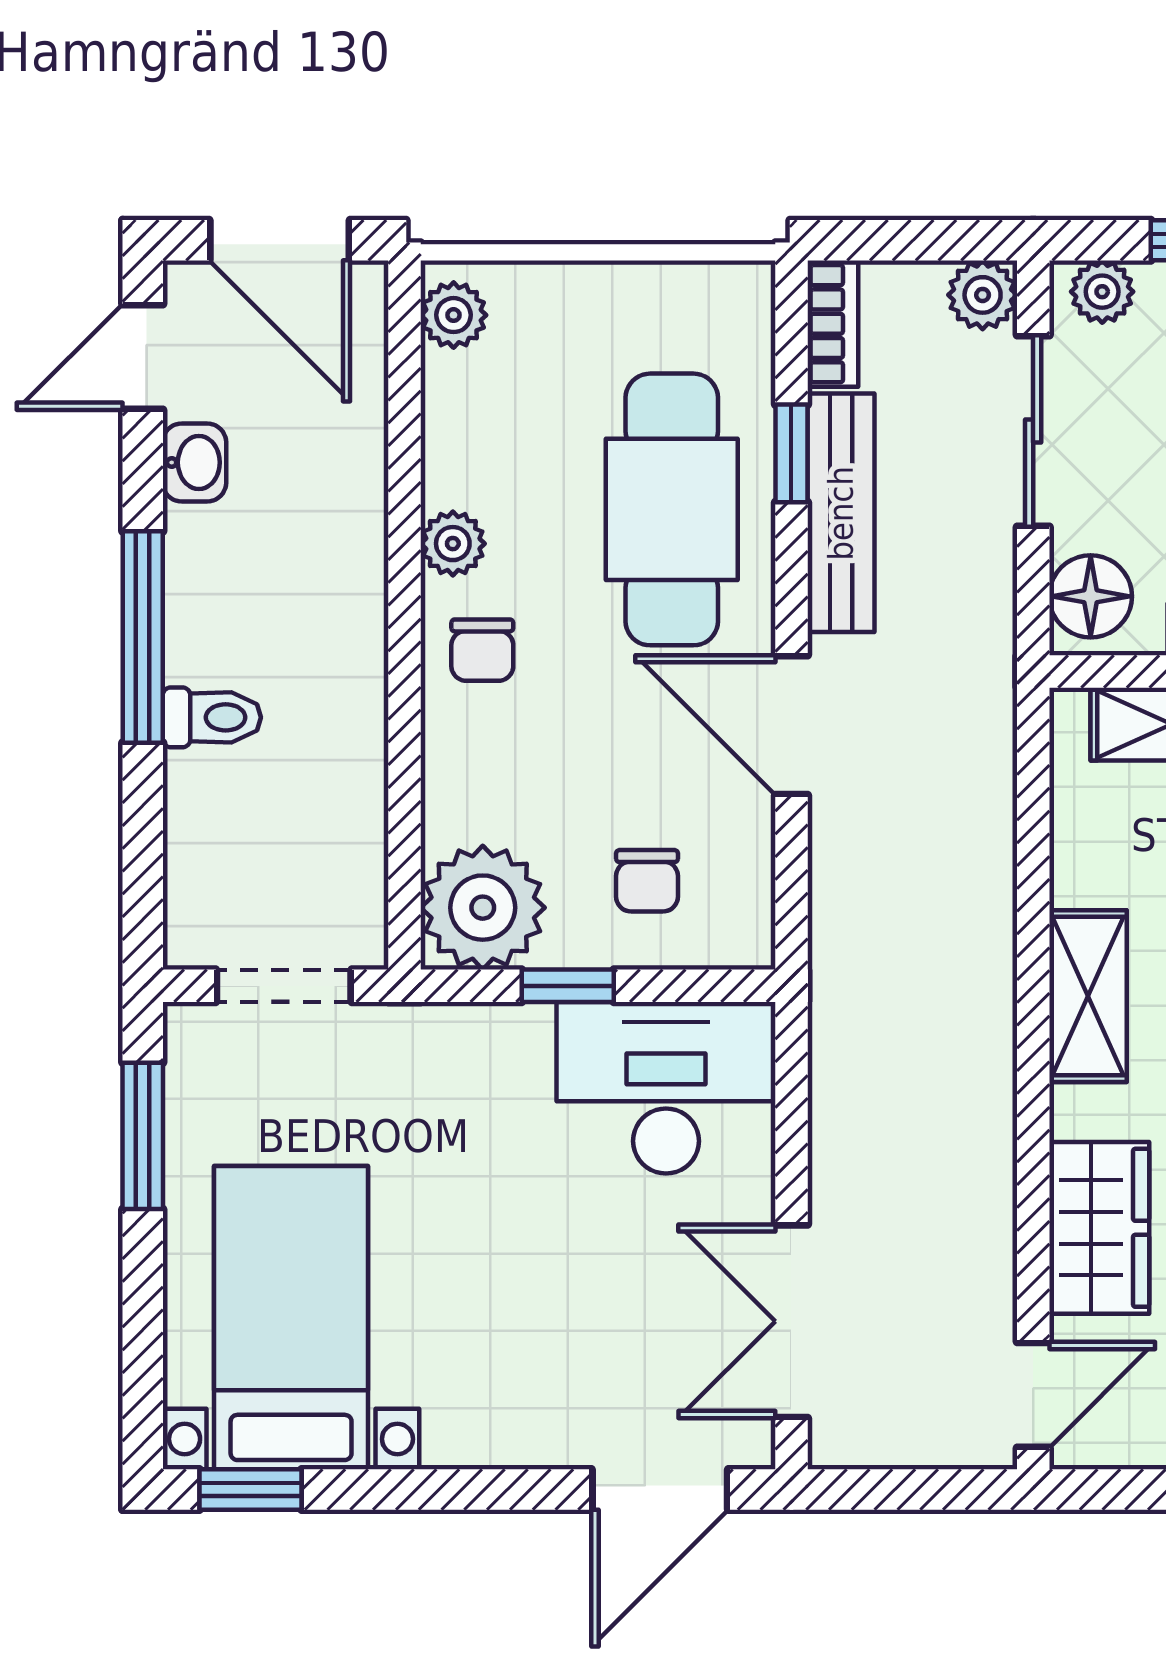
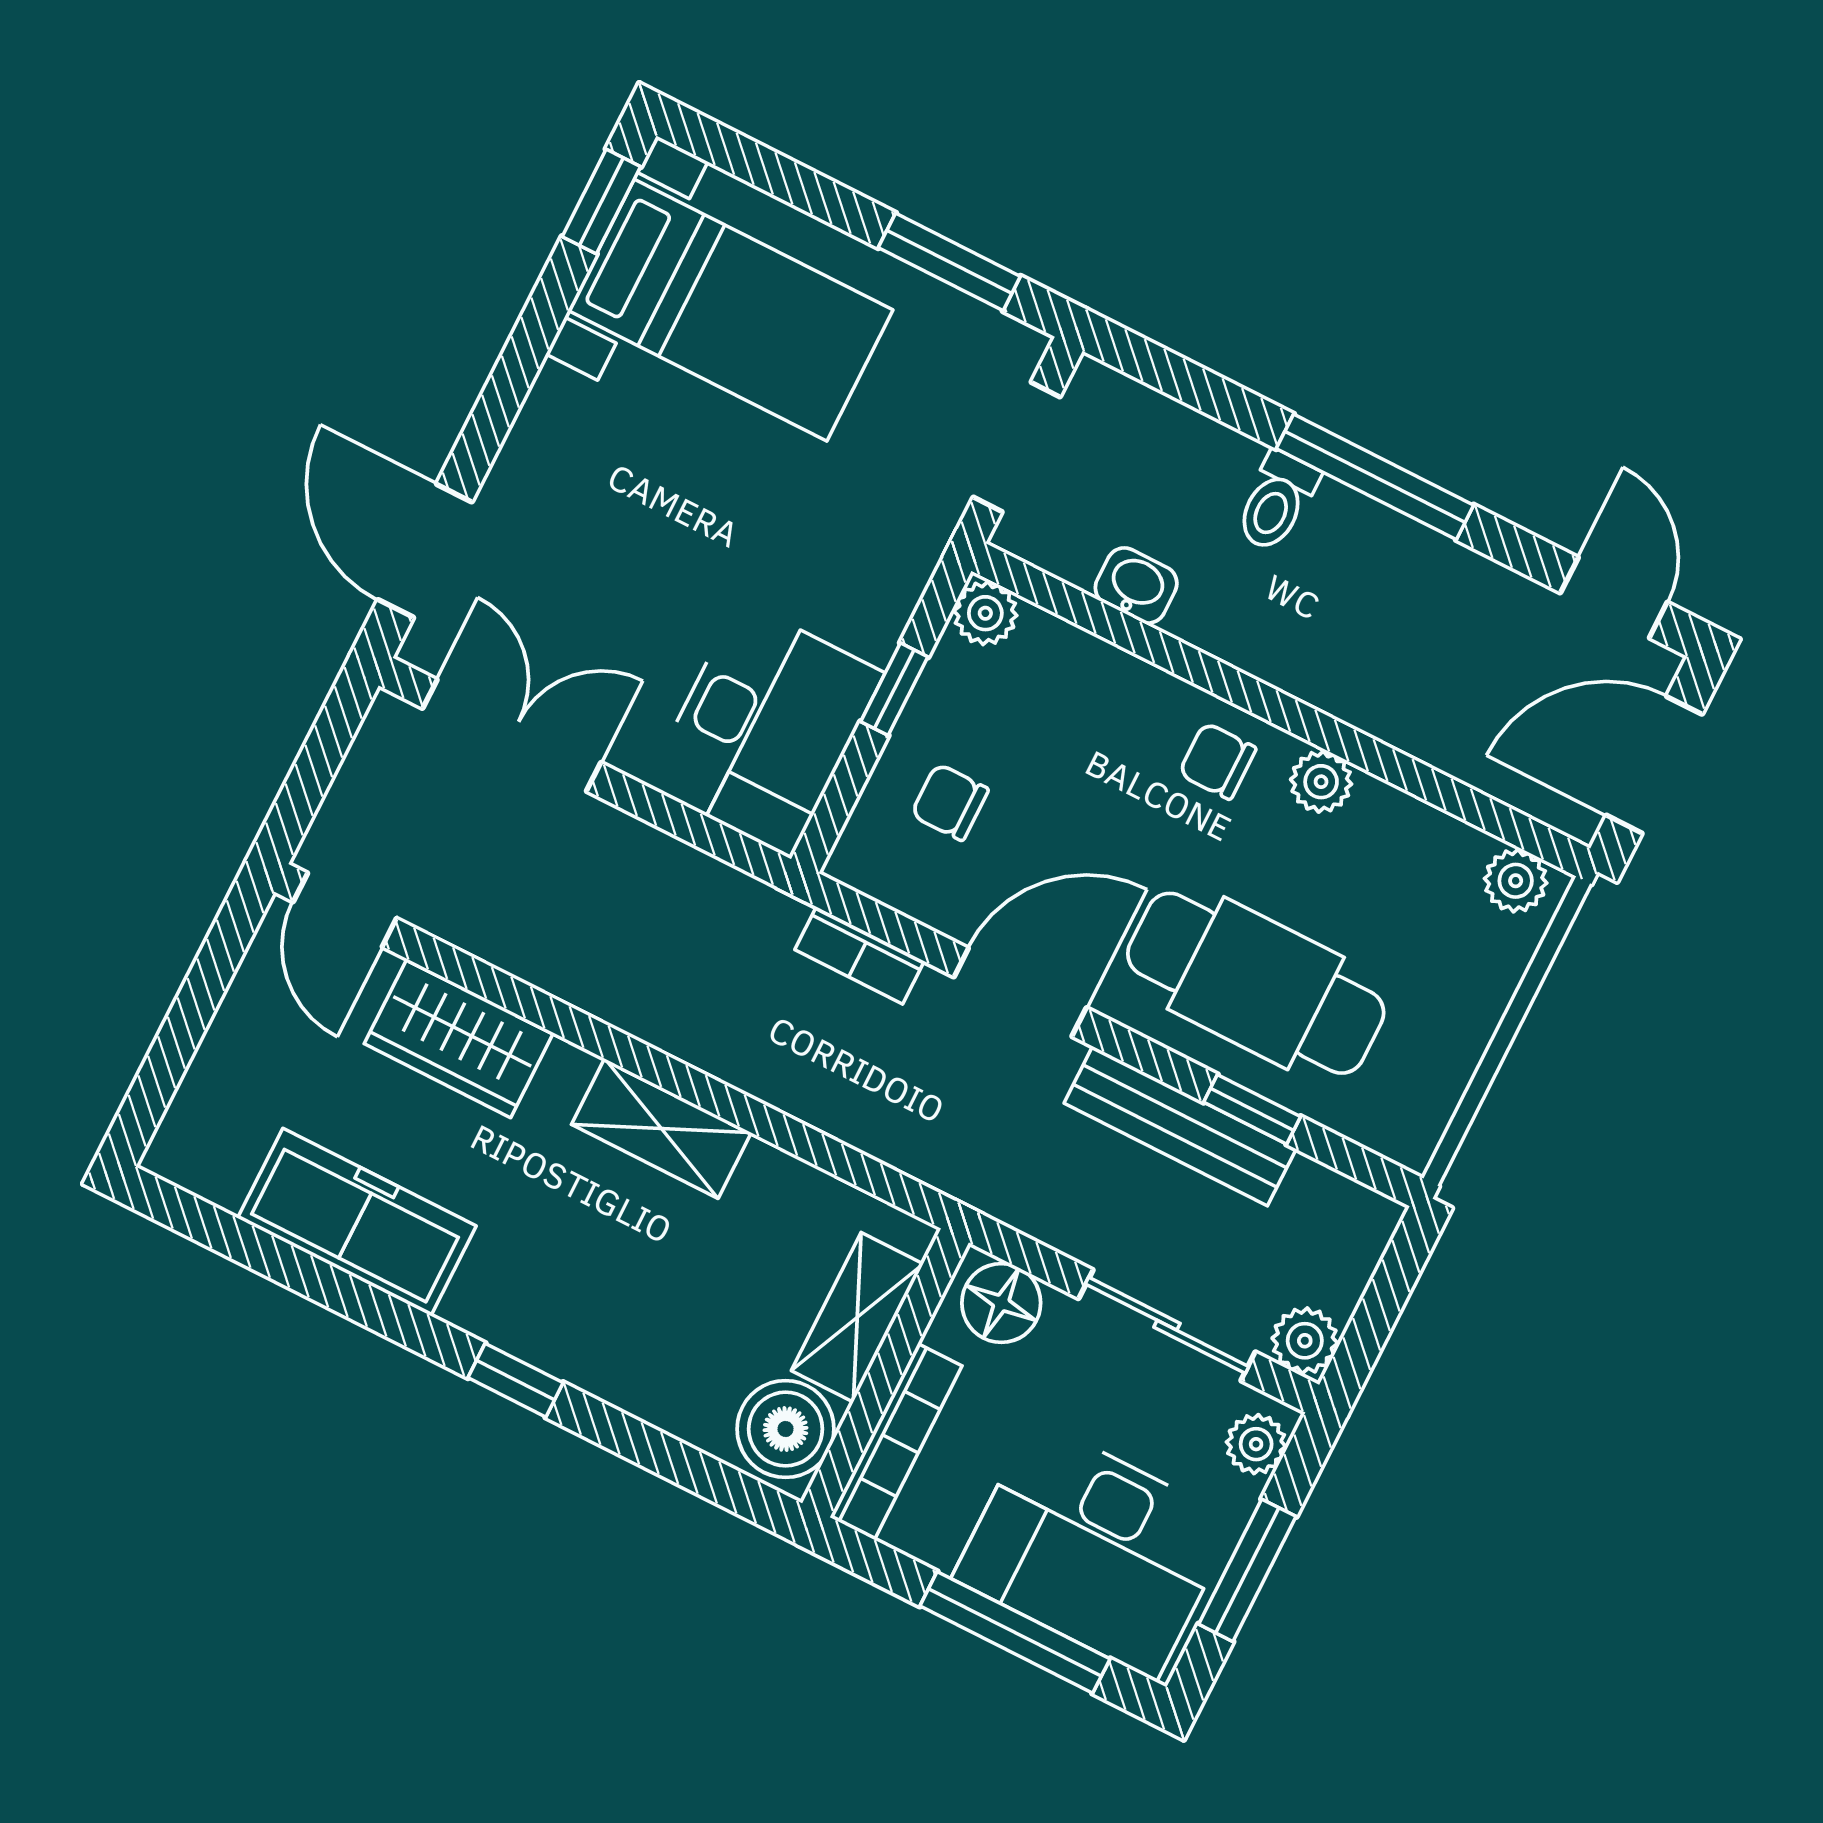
bookcase: (833, 324) -> (859, 955), moved
washbasin: (194, 462) -> (1136, 586), moved, turned 180
plant: (483, 908) -> (985, 613), width x0.53, depth x0.53

